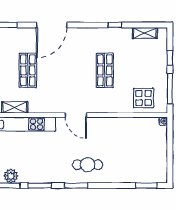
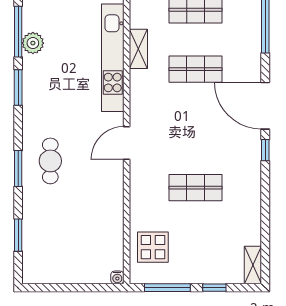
window: (115, 25) -> (265, 150), moved
shelving: (145, 33) -> (253, 265), moved
window: (76, 186) -> (18, 168), moved
window: (146, 186) -> (18, 235), moved

